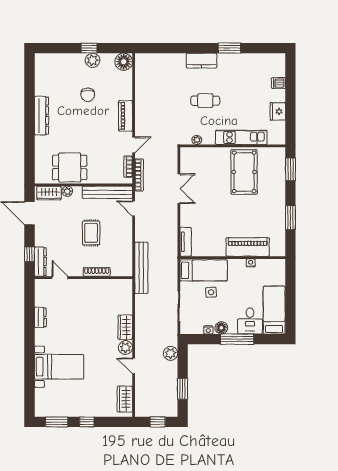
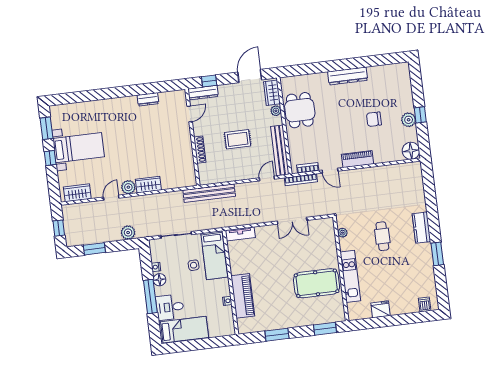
dishwasher: (278, 83) -> (425, 304), moved
bed with nightstands: (59, 367) -> (79, 148), moved, turned -90

